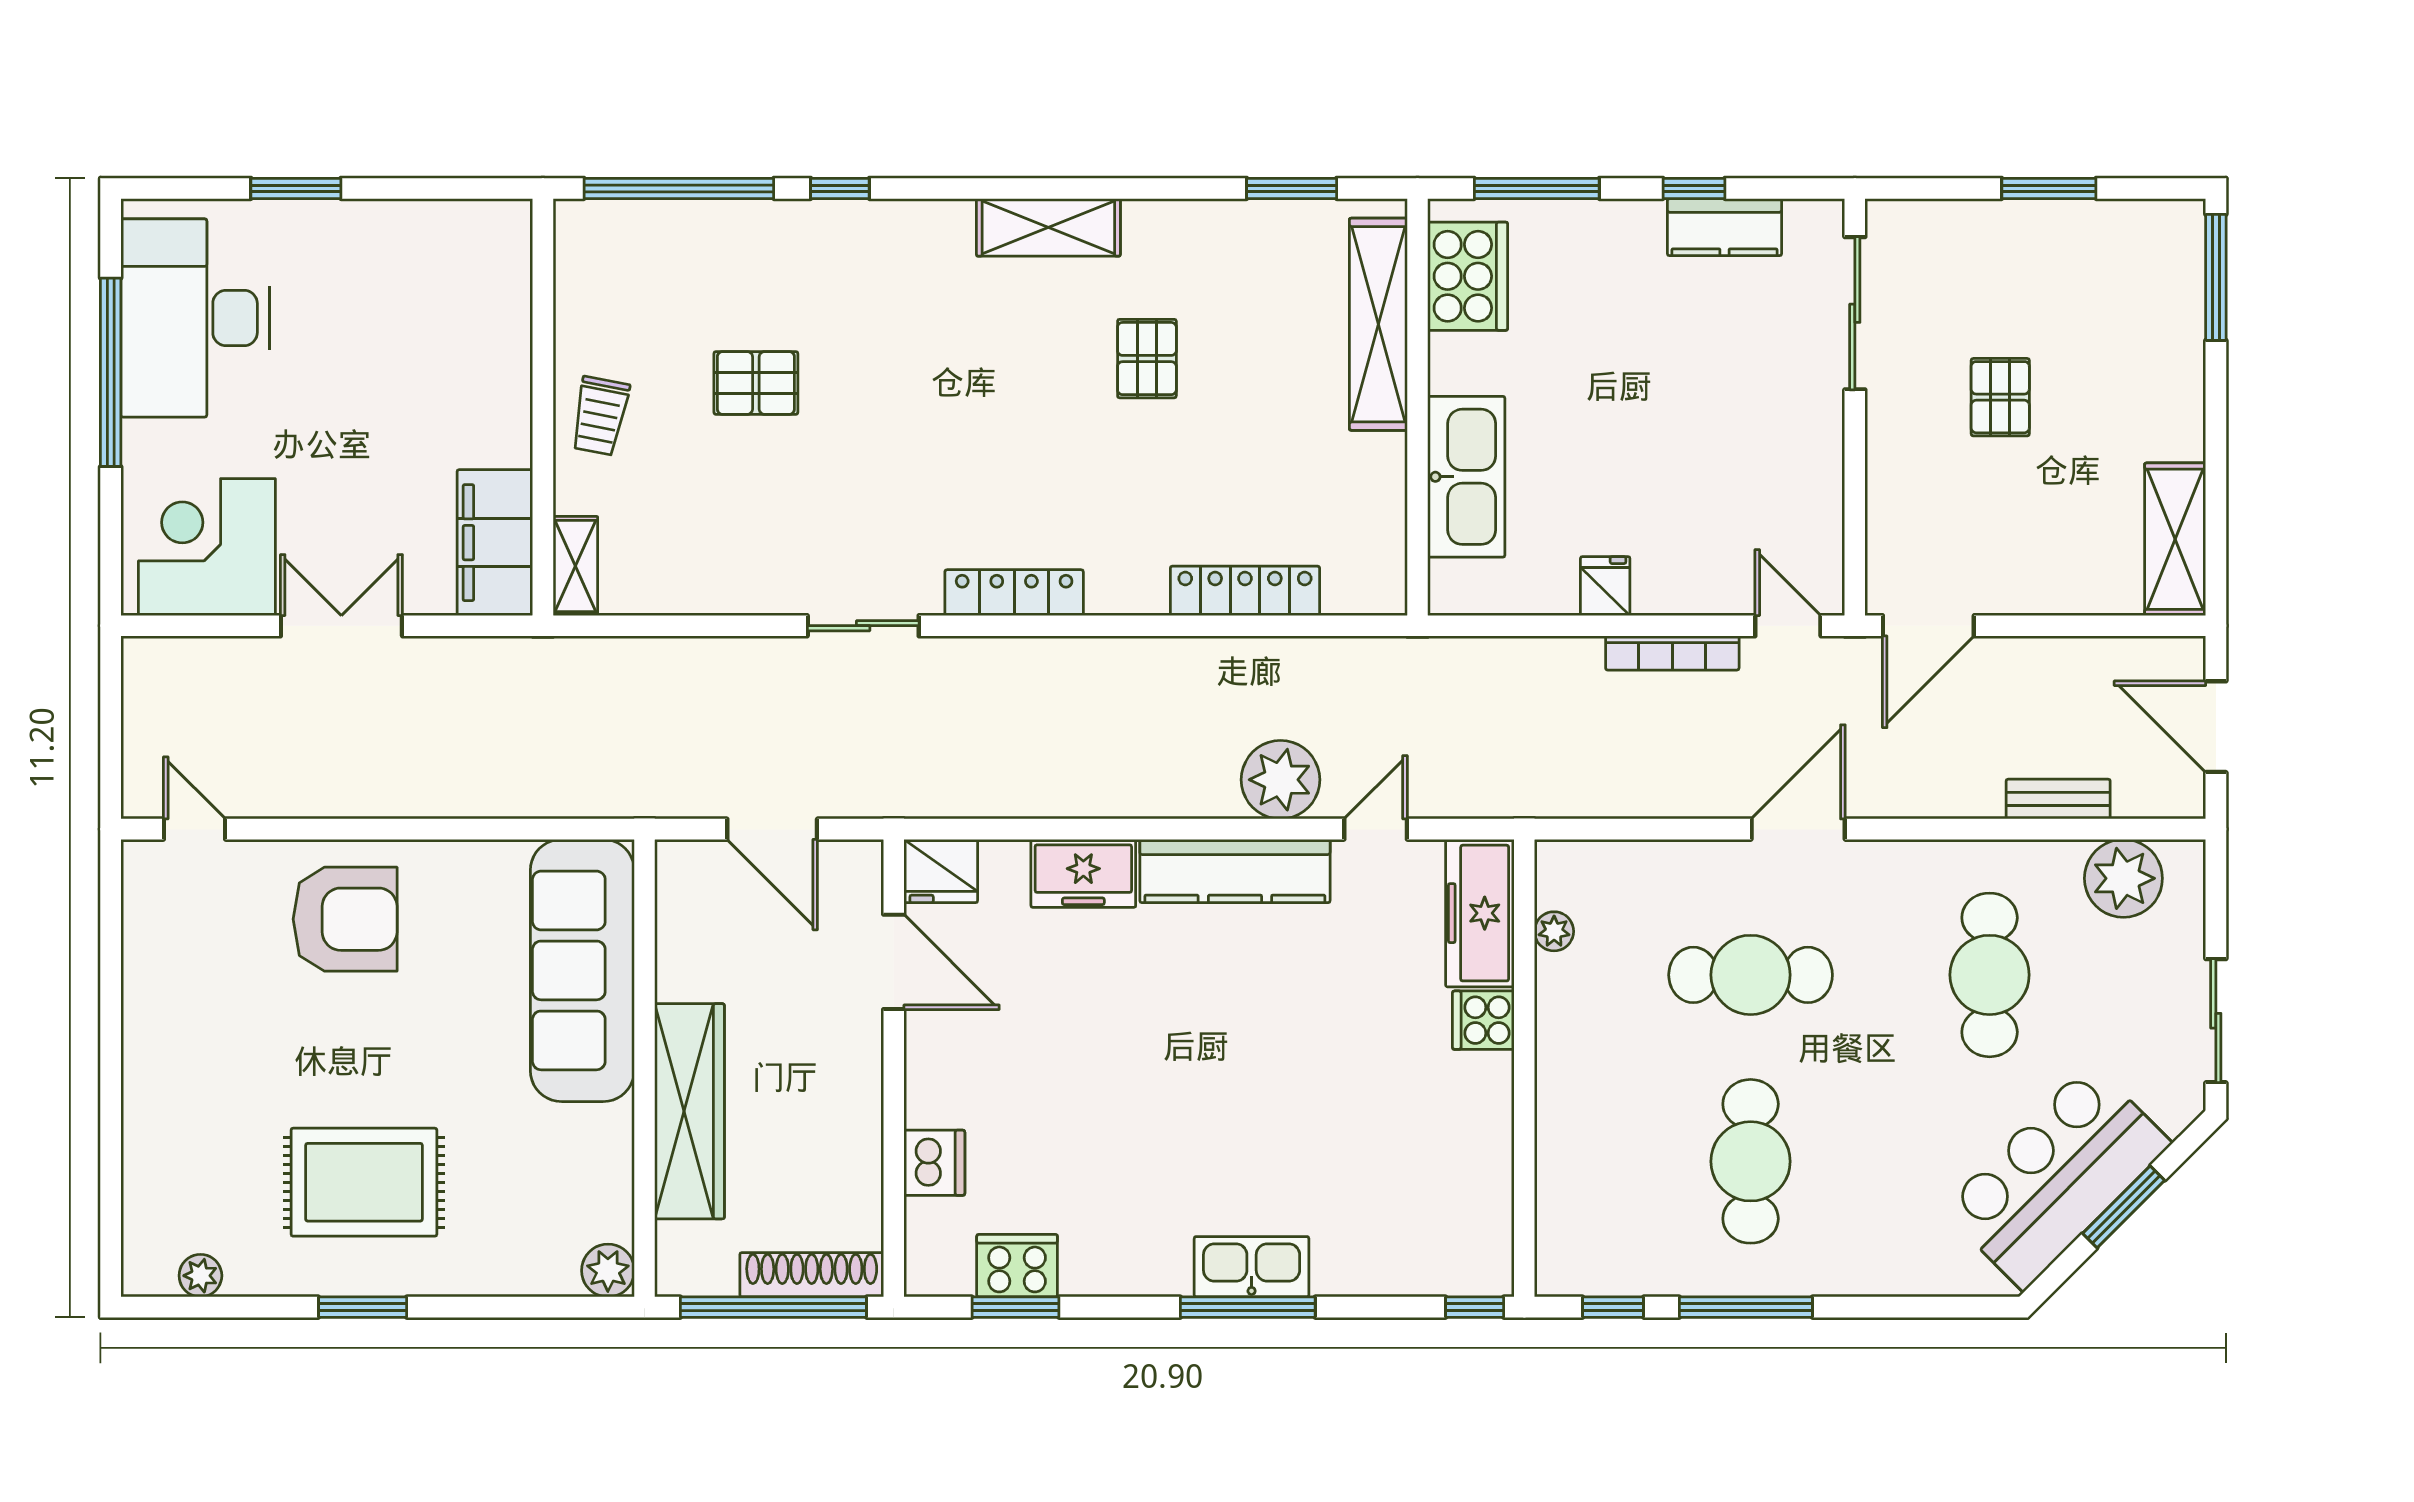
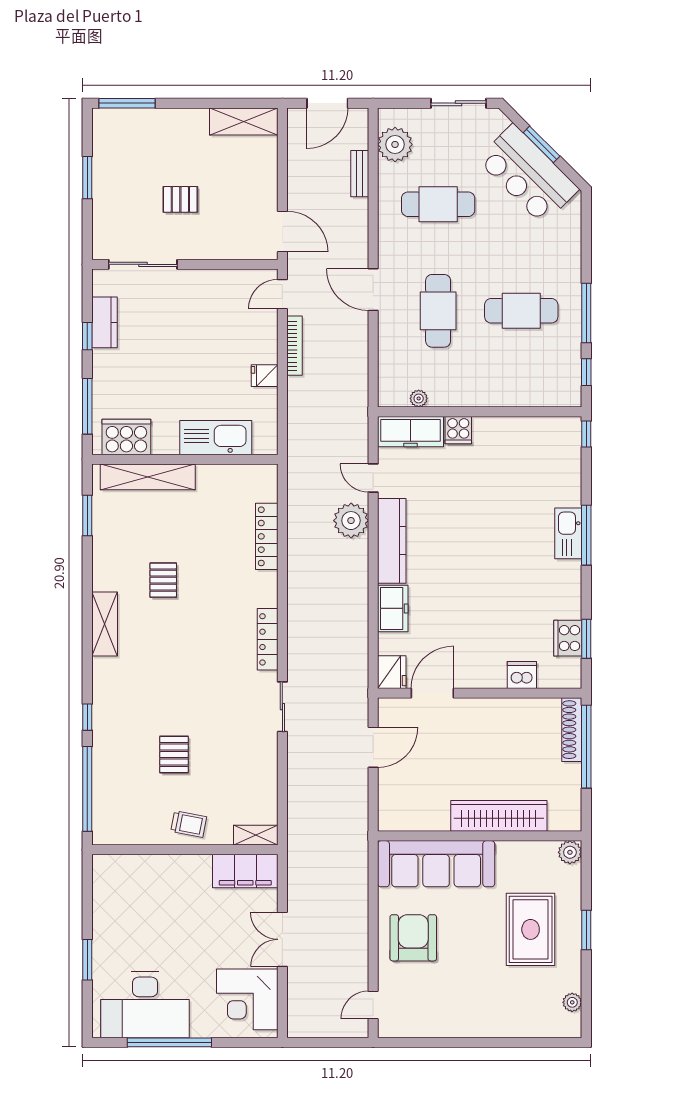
pallet: (1147, 359) -> (163, 580), turned 90
sofa: (582, 970) -> (436, 864), moved
wall: (645, 1068) -> (480, 836), moved
wardrobe: (690, 1111) -> (499, 816), moved
plant: (608, 1271) -> (570, 852), moved

